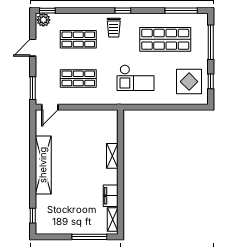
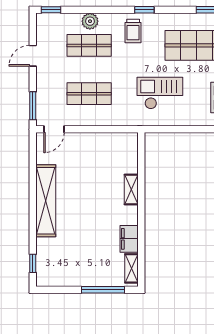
plant: (43, 20) -> (90, 21), moved
checkout: (135, 78) -> (160, 93), turned 180

